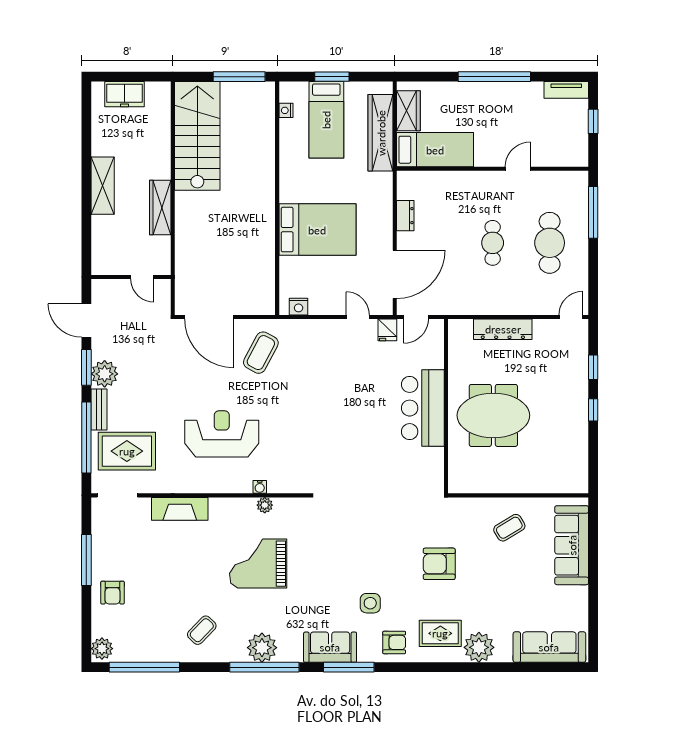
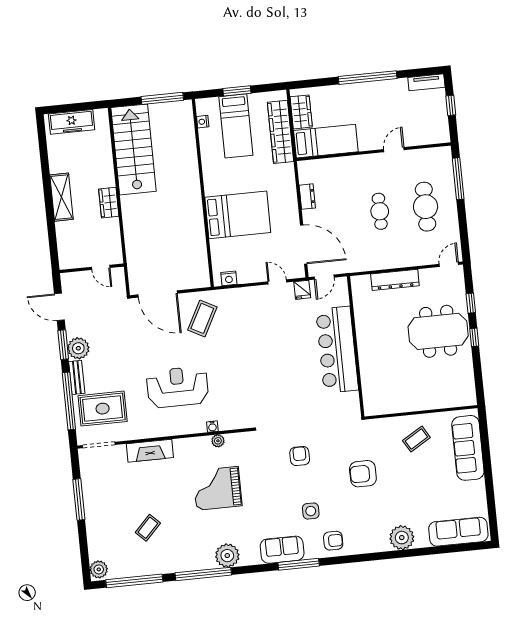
freezer: (125, 94) -> (72, 122), width x1.40
wardrobe: (160, 207) -> (109, 203), width x0.67
door: (395, 274) -> (304, 245), hinge flipped
bar counter: (423, 408) -> (337, 350), width x1.36
meeting table: (493, 415) -> (438, 331), moved
armchair: (113, 593) -> (300, 456), moved, turned 180
coffee table: (202, 630) -> (148, 528), moved
rug: (440, 633) -> (370, 530), removed
window: (264, 667) -> (203, 574), moved

